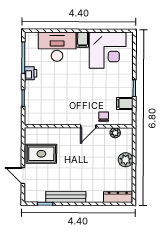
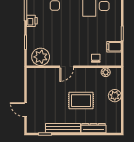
plant: (40, 115) -> (41, 57), added
door: (88, 126) -> (67, 67), moved
rug: (41, 154) -> (81, 101), moved
dresser: (118, 197) -> (93, 128), moved

